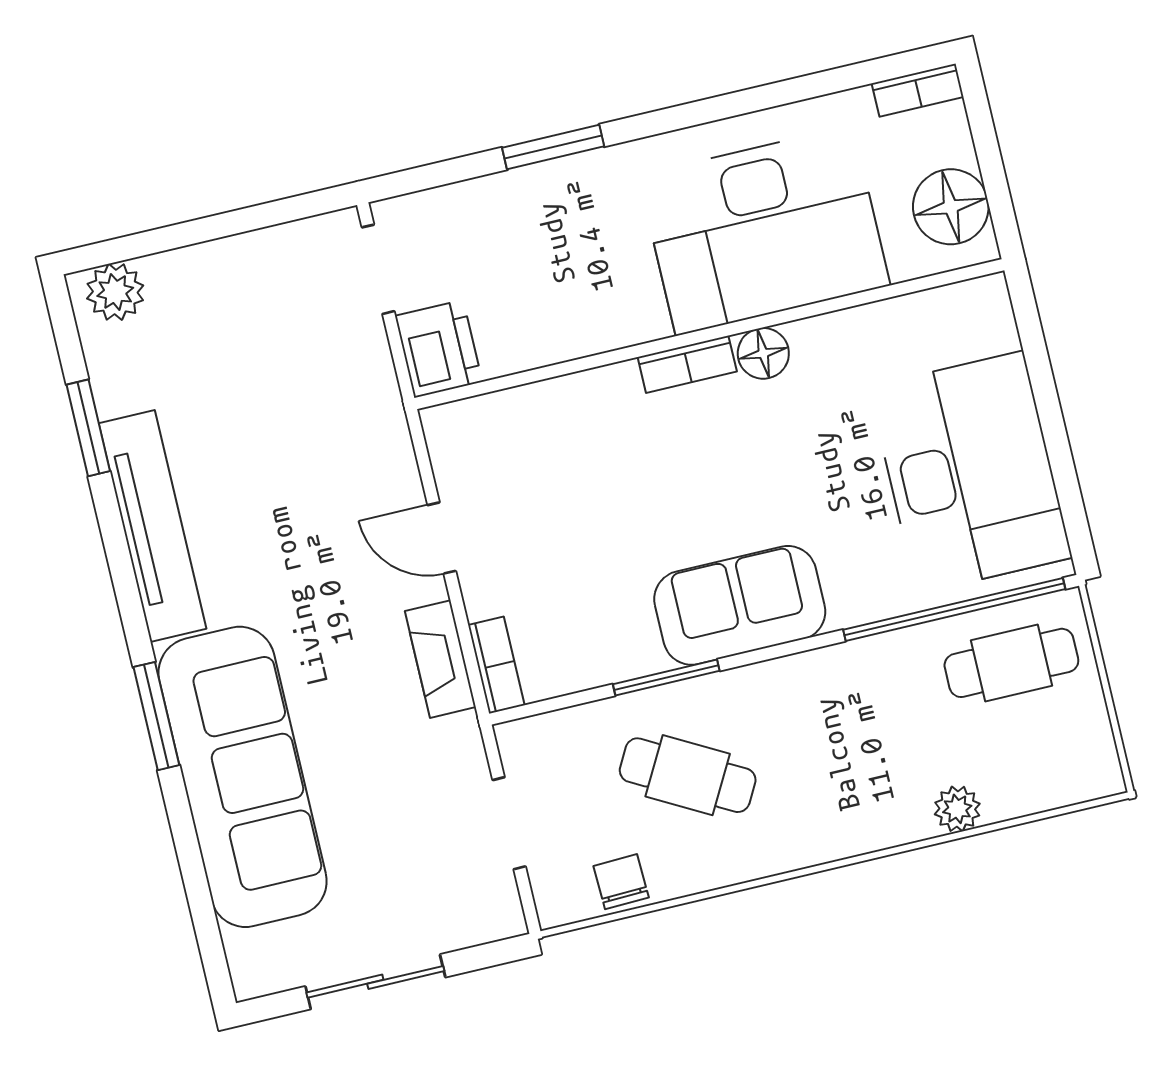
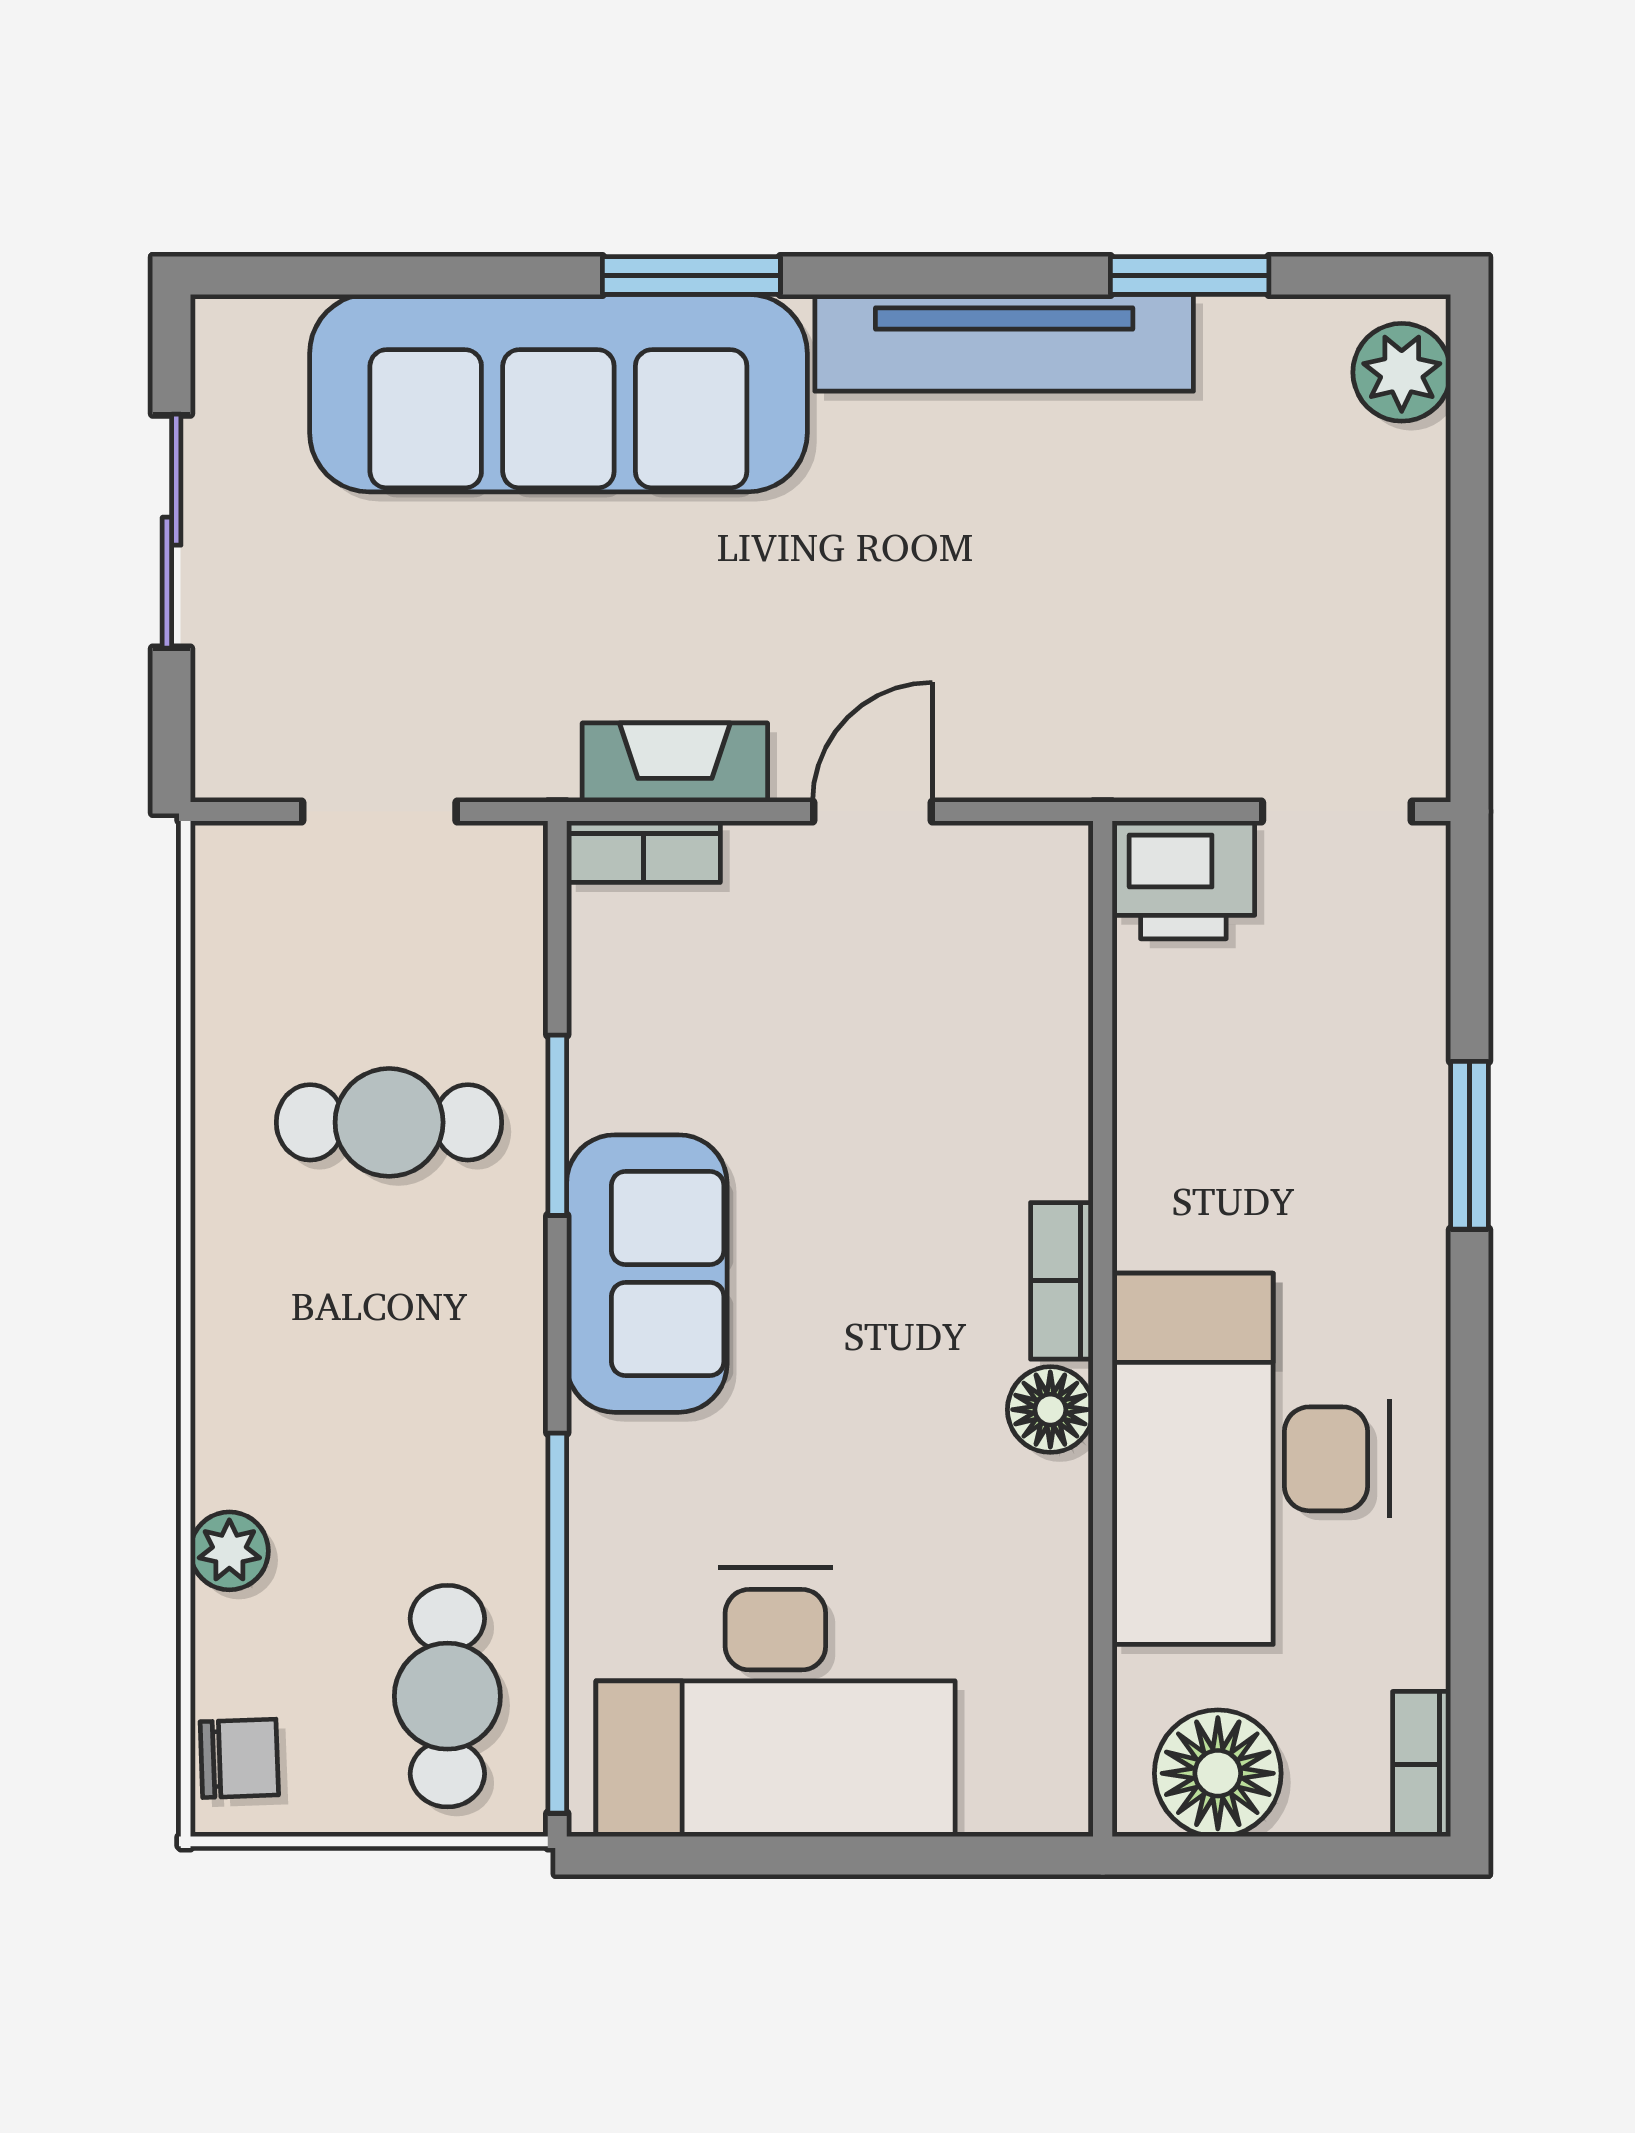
cafe table: (688, 775) -> (389, 1122), turned 61
chair: (621, 882) -> (239, 1758), moved

